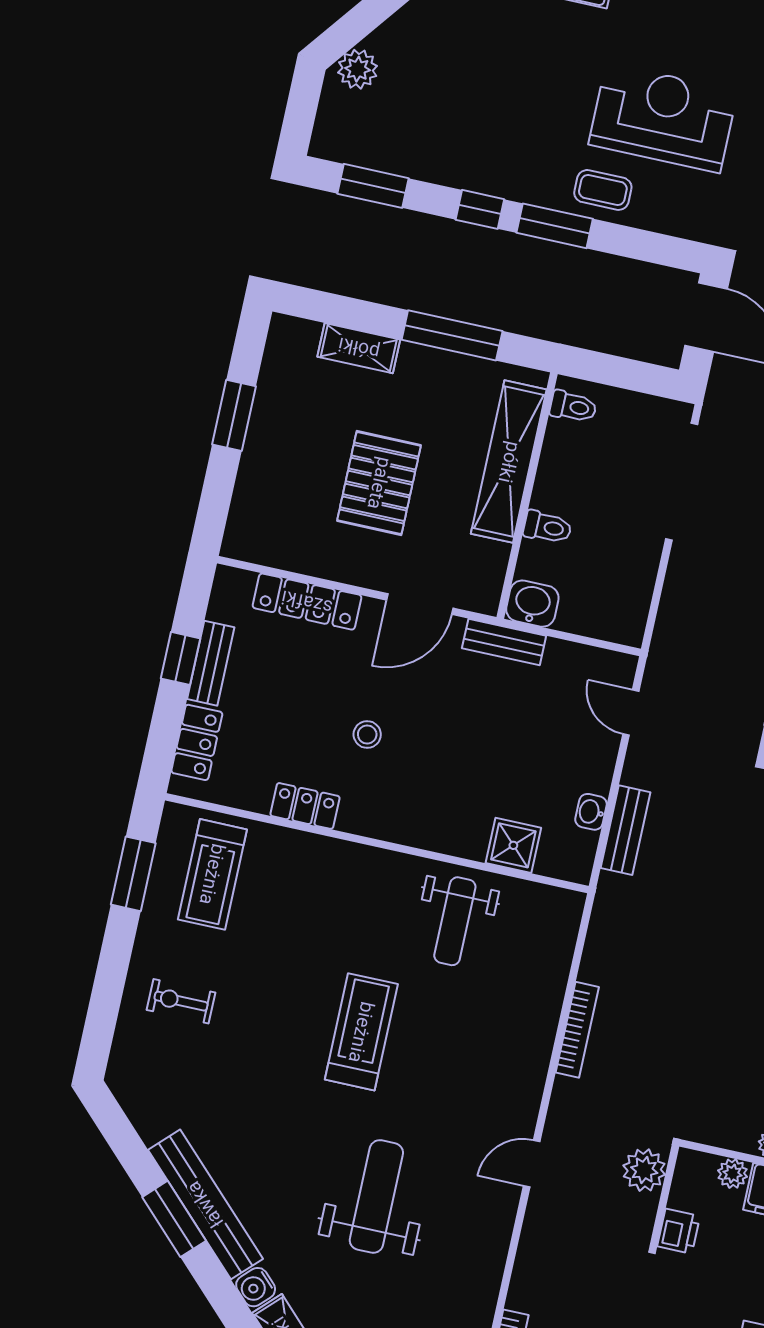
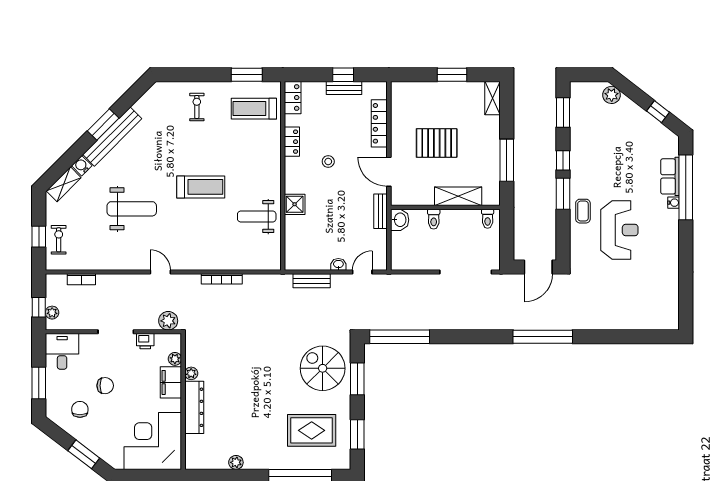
shelving: (359, 348) -> (492, 98), moved
shelving: (509, 462) -> (458, 196), width x0.68
locker: (197, 742) -> (293, 98), moved, turned -90
washbasin: (591, 812) -> (338, 264), moved
shower: (513, 845) -> (295, 204), moved

